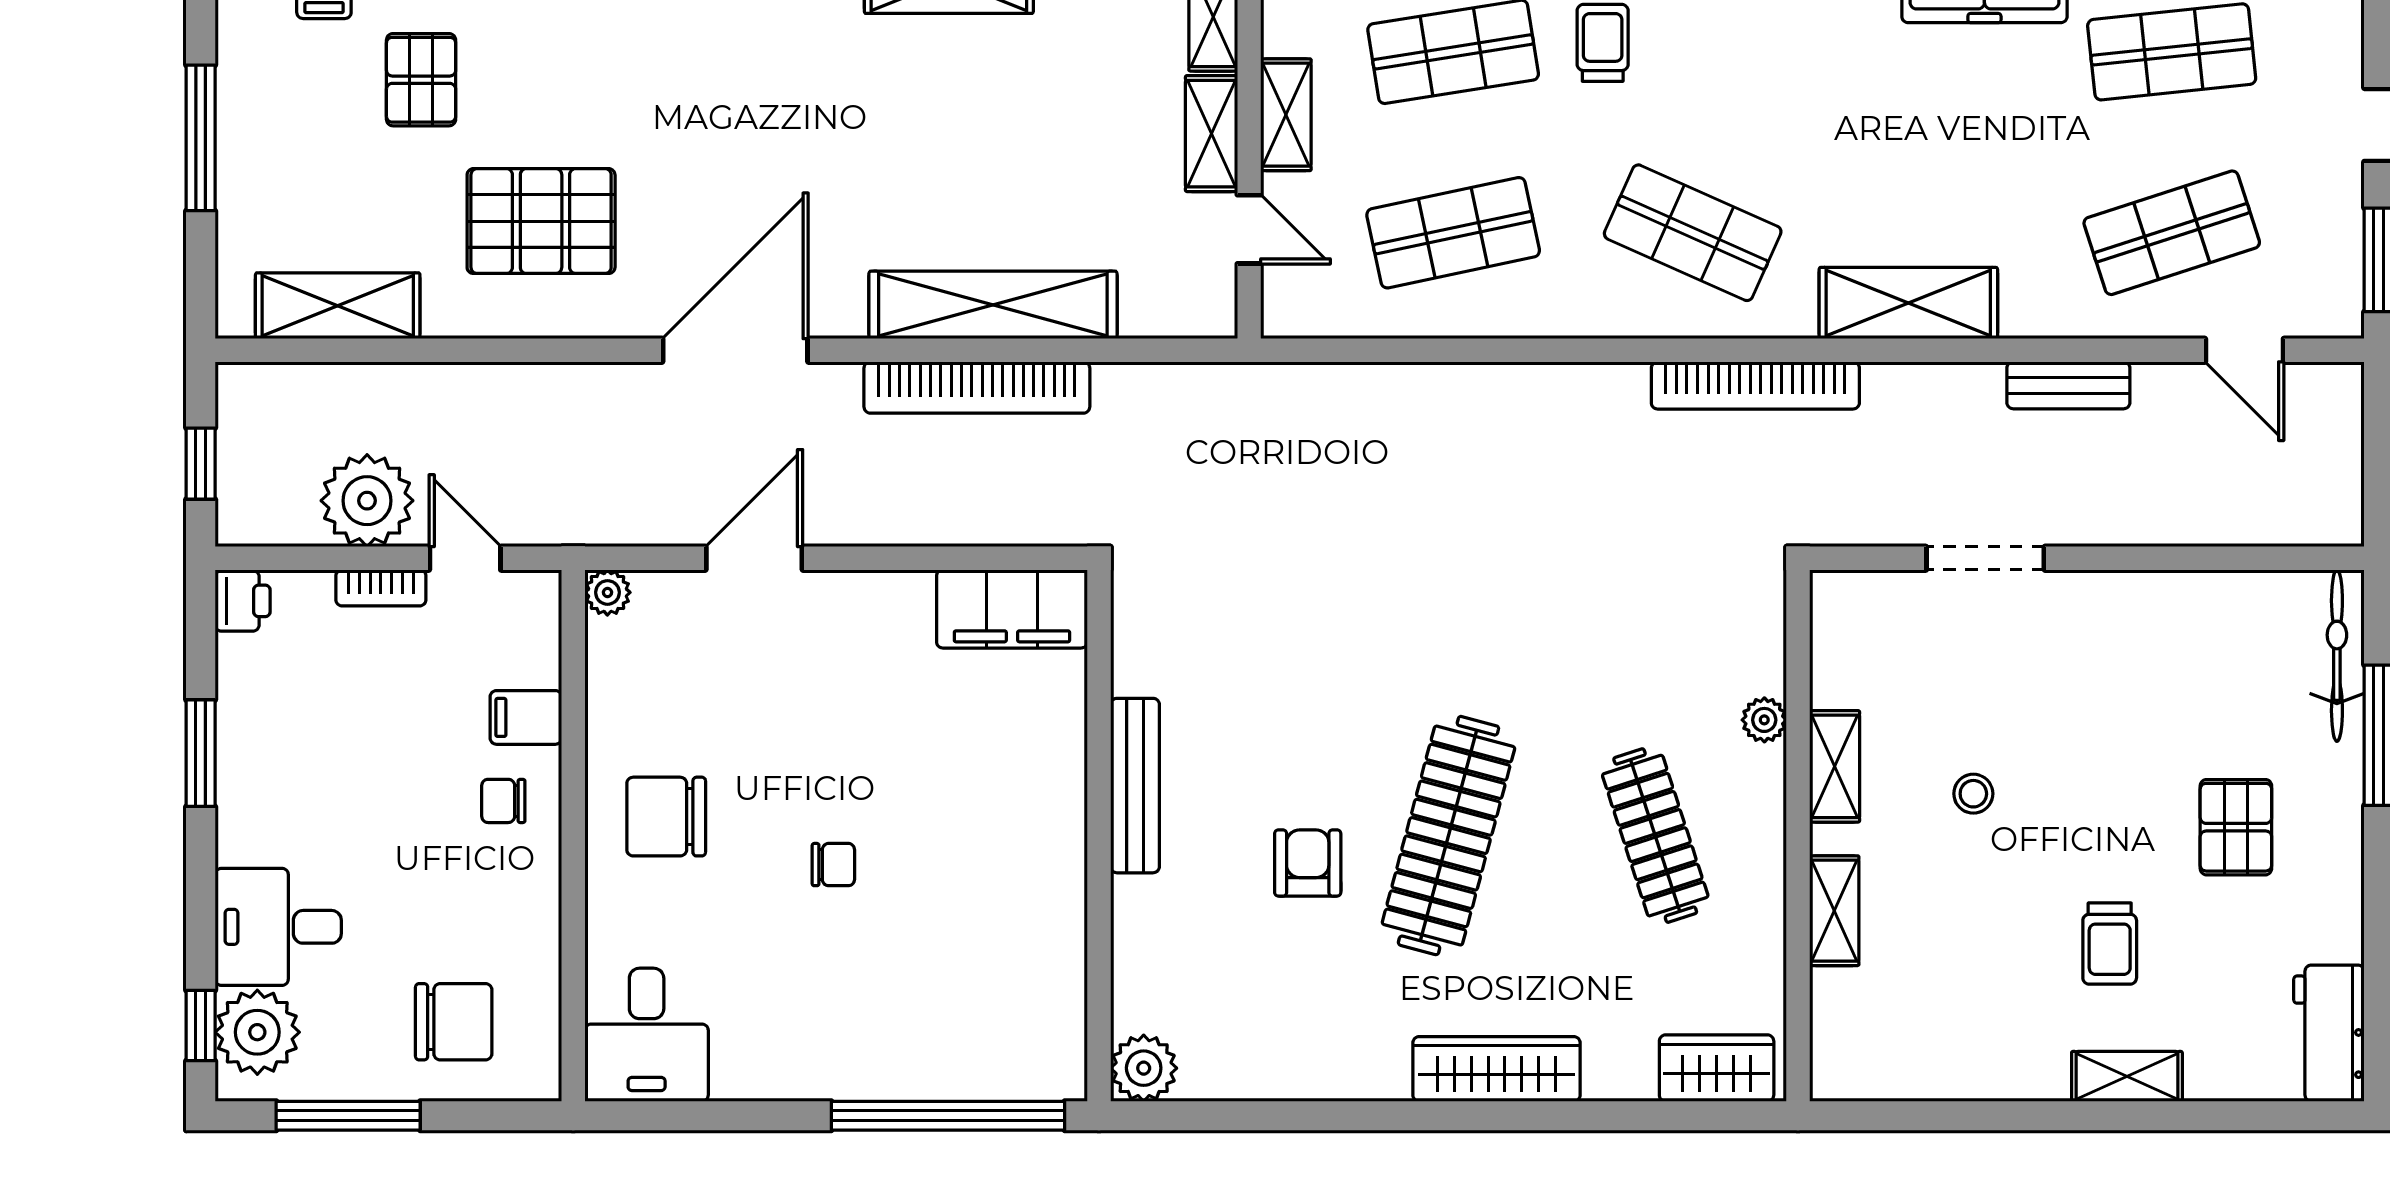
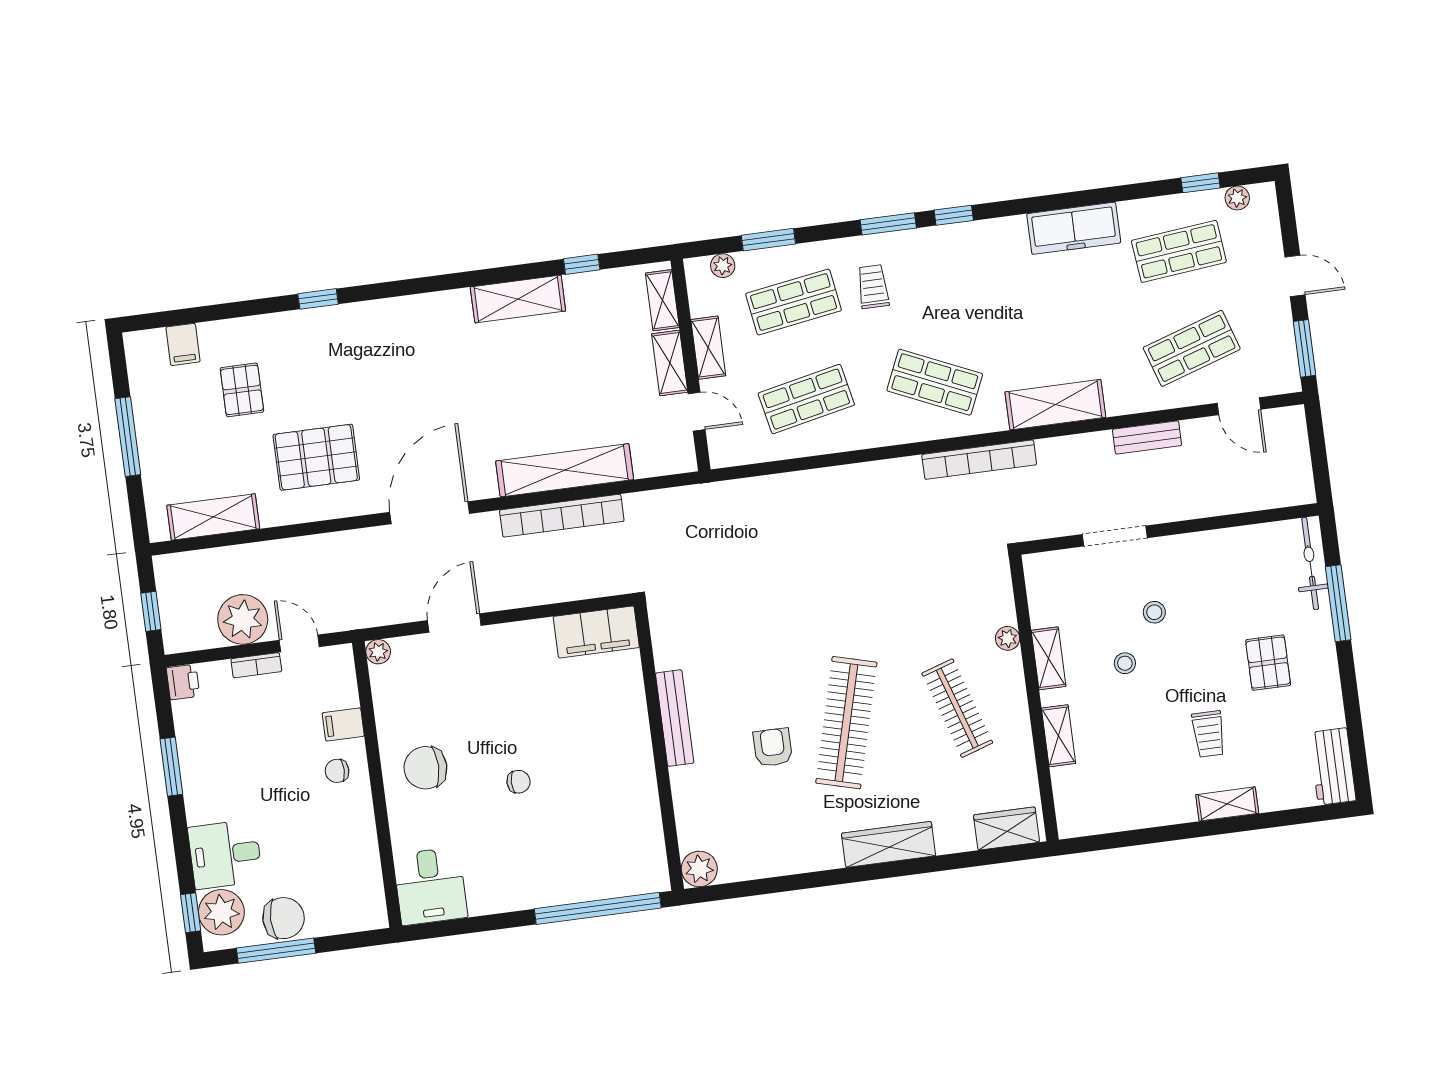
stool: (2040, 707) -> (1154, 612), added
chair: (454, 1022) -> (283, 918), moved

